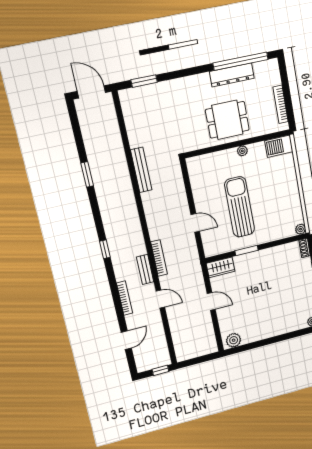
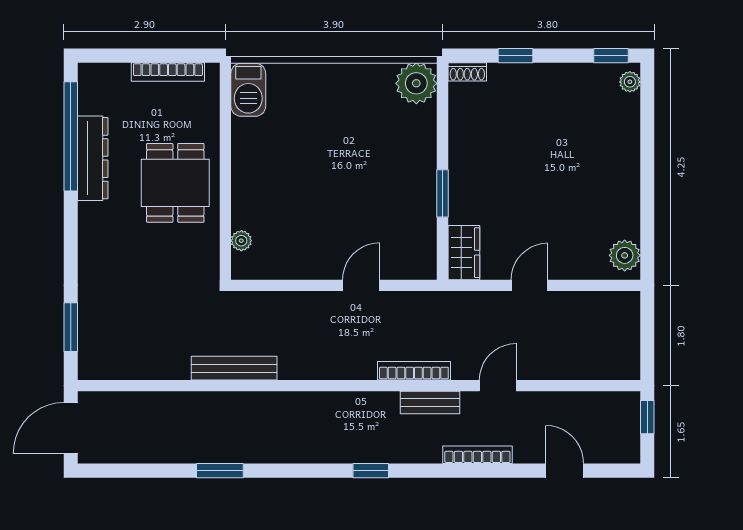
plant: (242, 151) -> (241, 241), moved
sun lounger: (240, 207) -> (351, 191), removed
plant: (301, 229) -> (416, 83), width x1.88, depth x1.88

